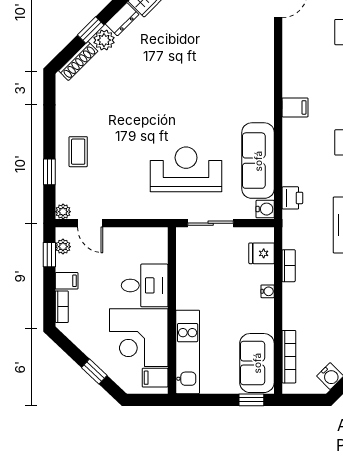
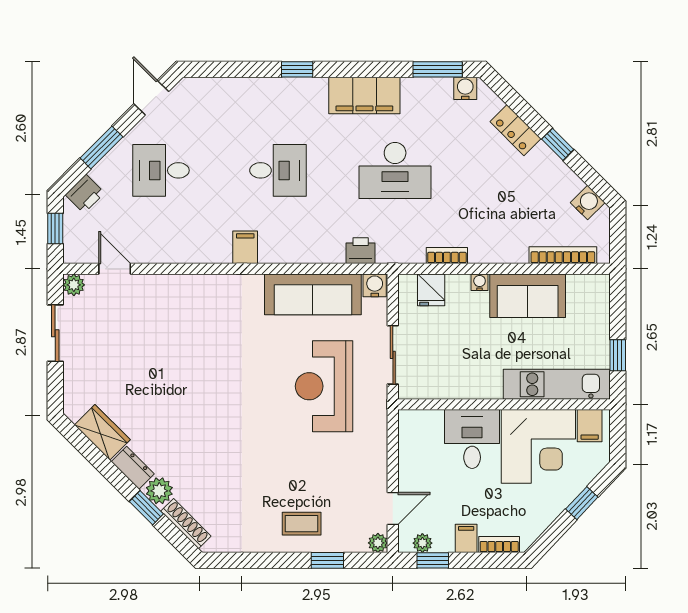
sofa: (257, 363) -> (528, 296), moved
window: (251, 400) -> (618, 355), moved

